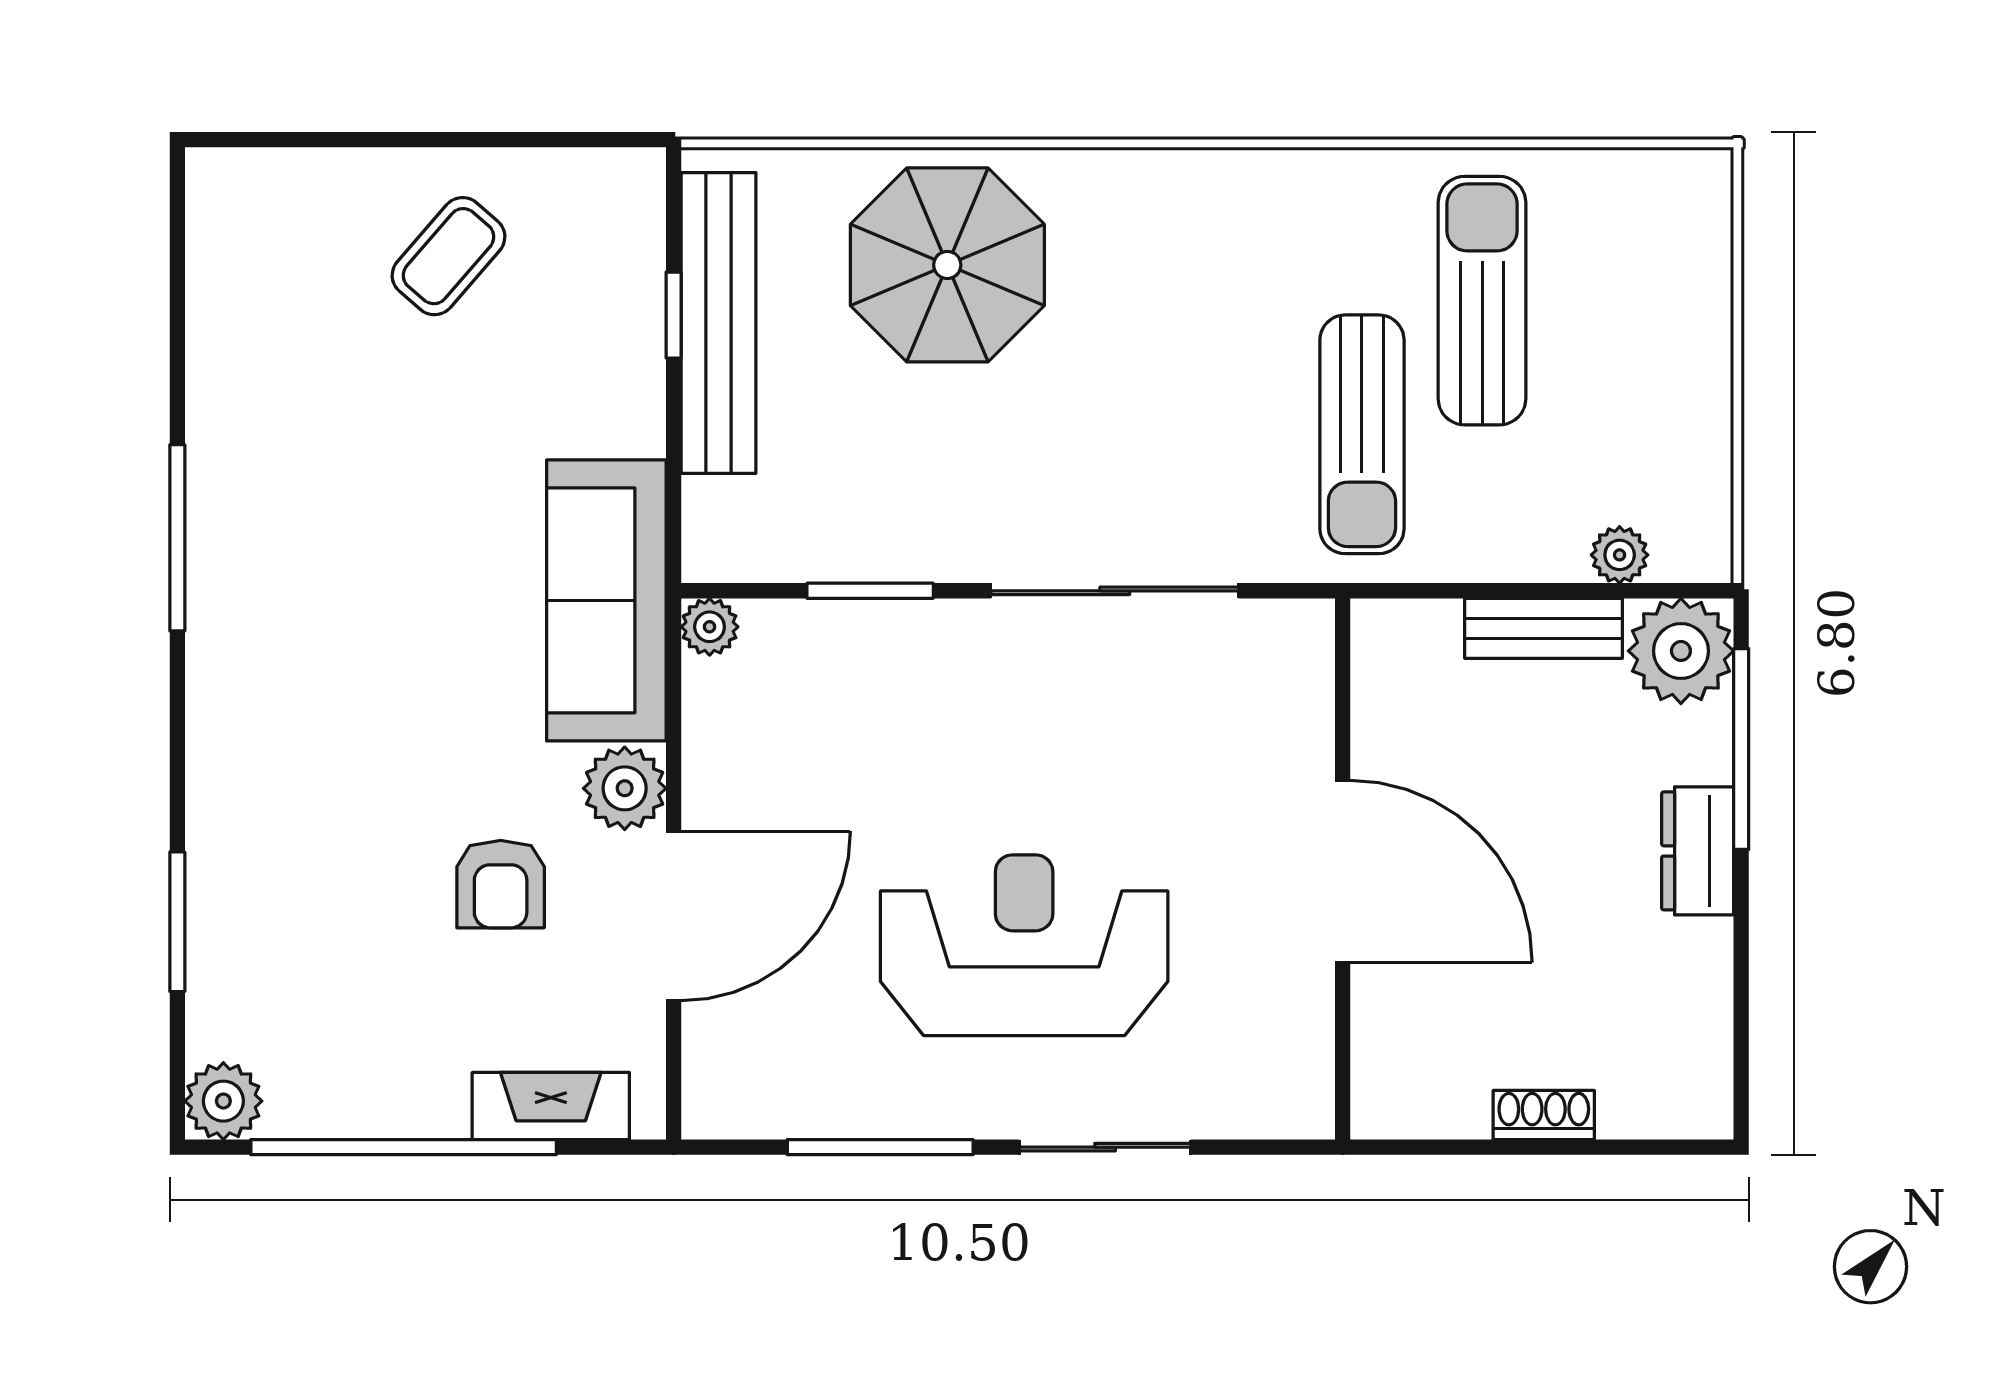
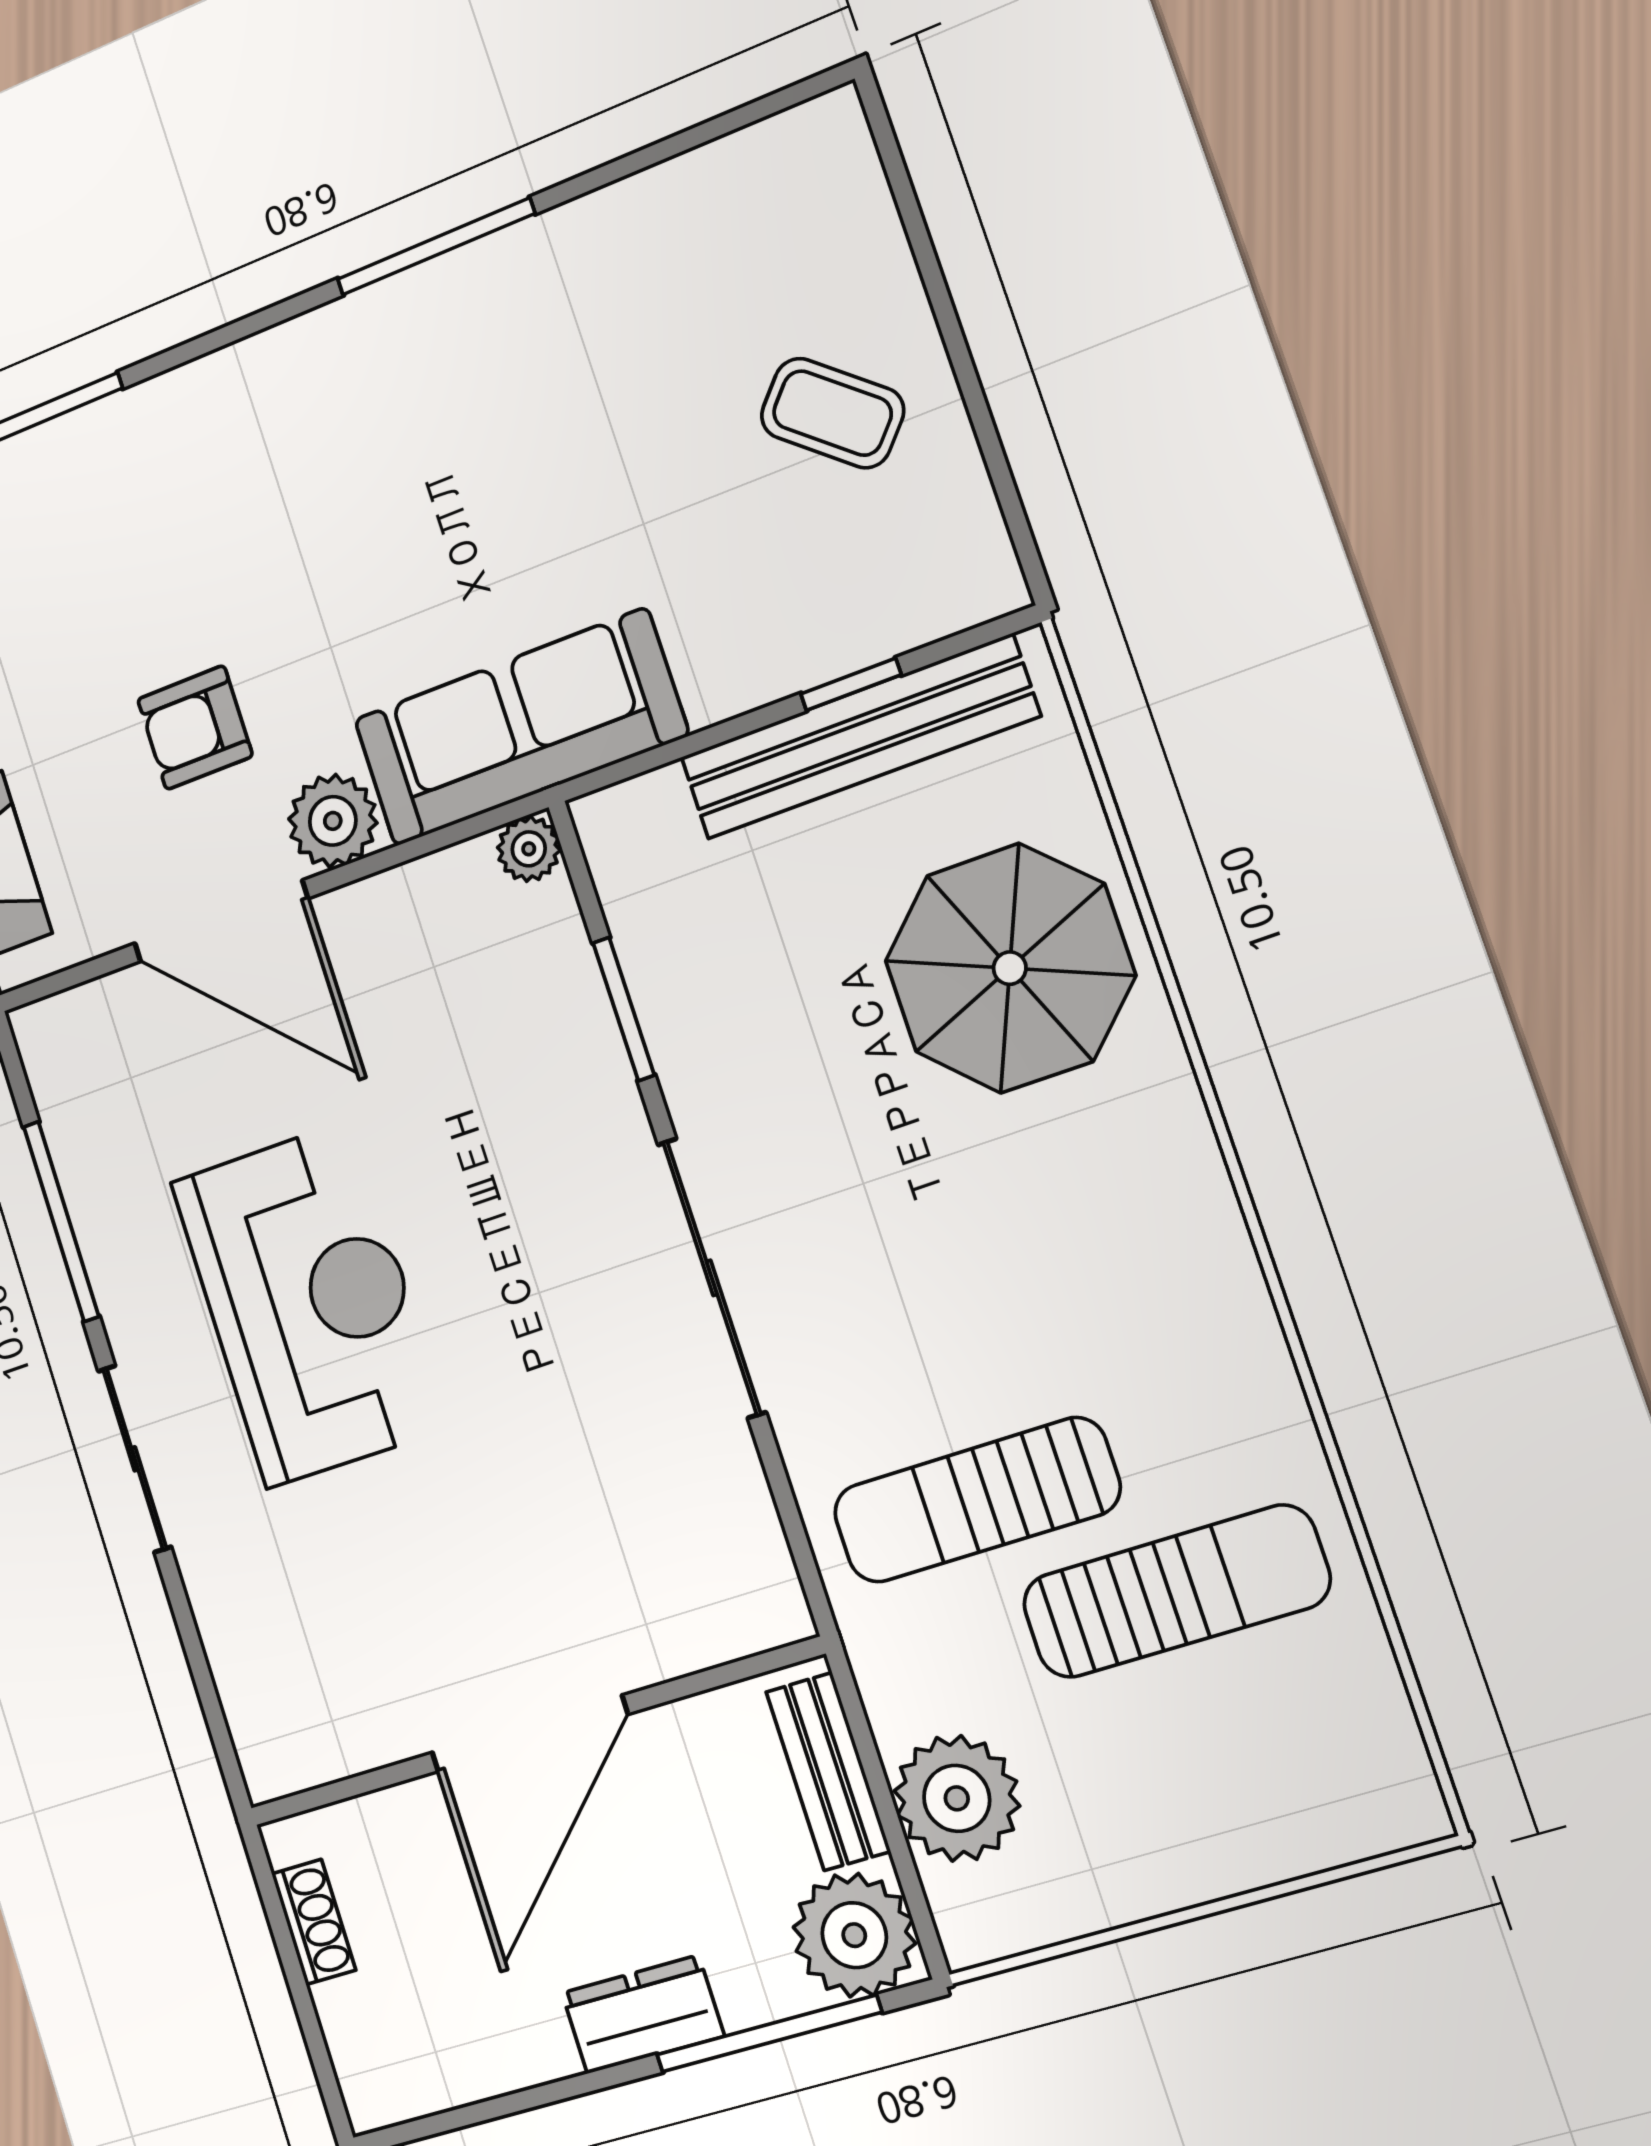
plant: (1620, 555) -> (957, 1798), width x1.88, depth x1.88
wall: (1343, 869) -> (532, 1733), moved
door: (1343, 871) -> (529, 1733), moved

